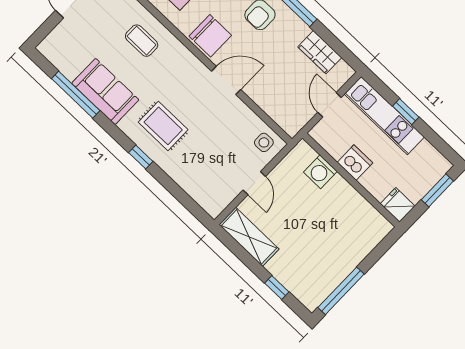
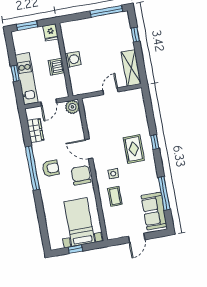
sofa: (105, 91) -> (154, 211), moved
plant: (292, 123) -> (72, 107), added
side table: (264, 142) -> (113, 174), moved
washing machine: (320, 172) -> (73, 59), moved

